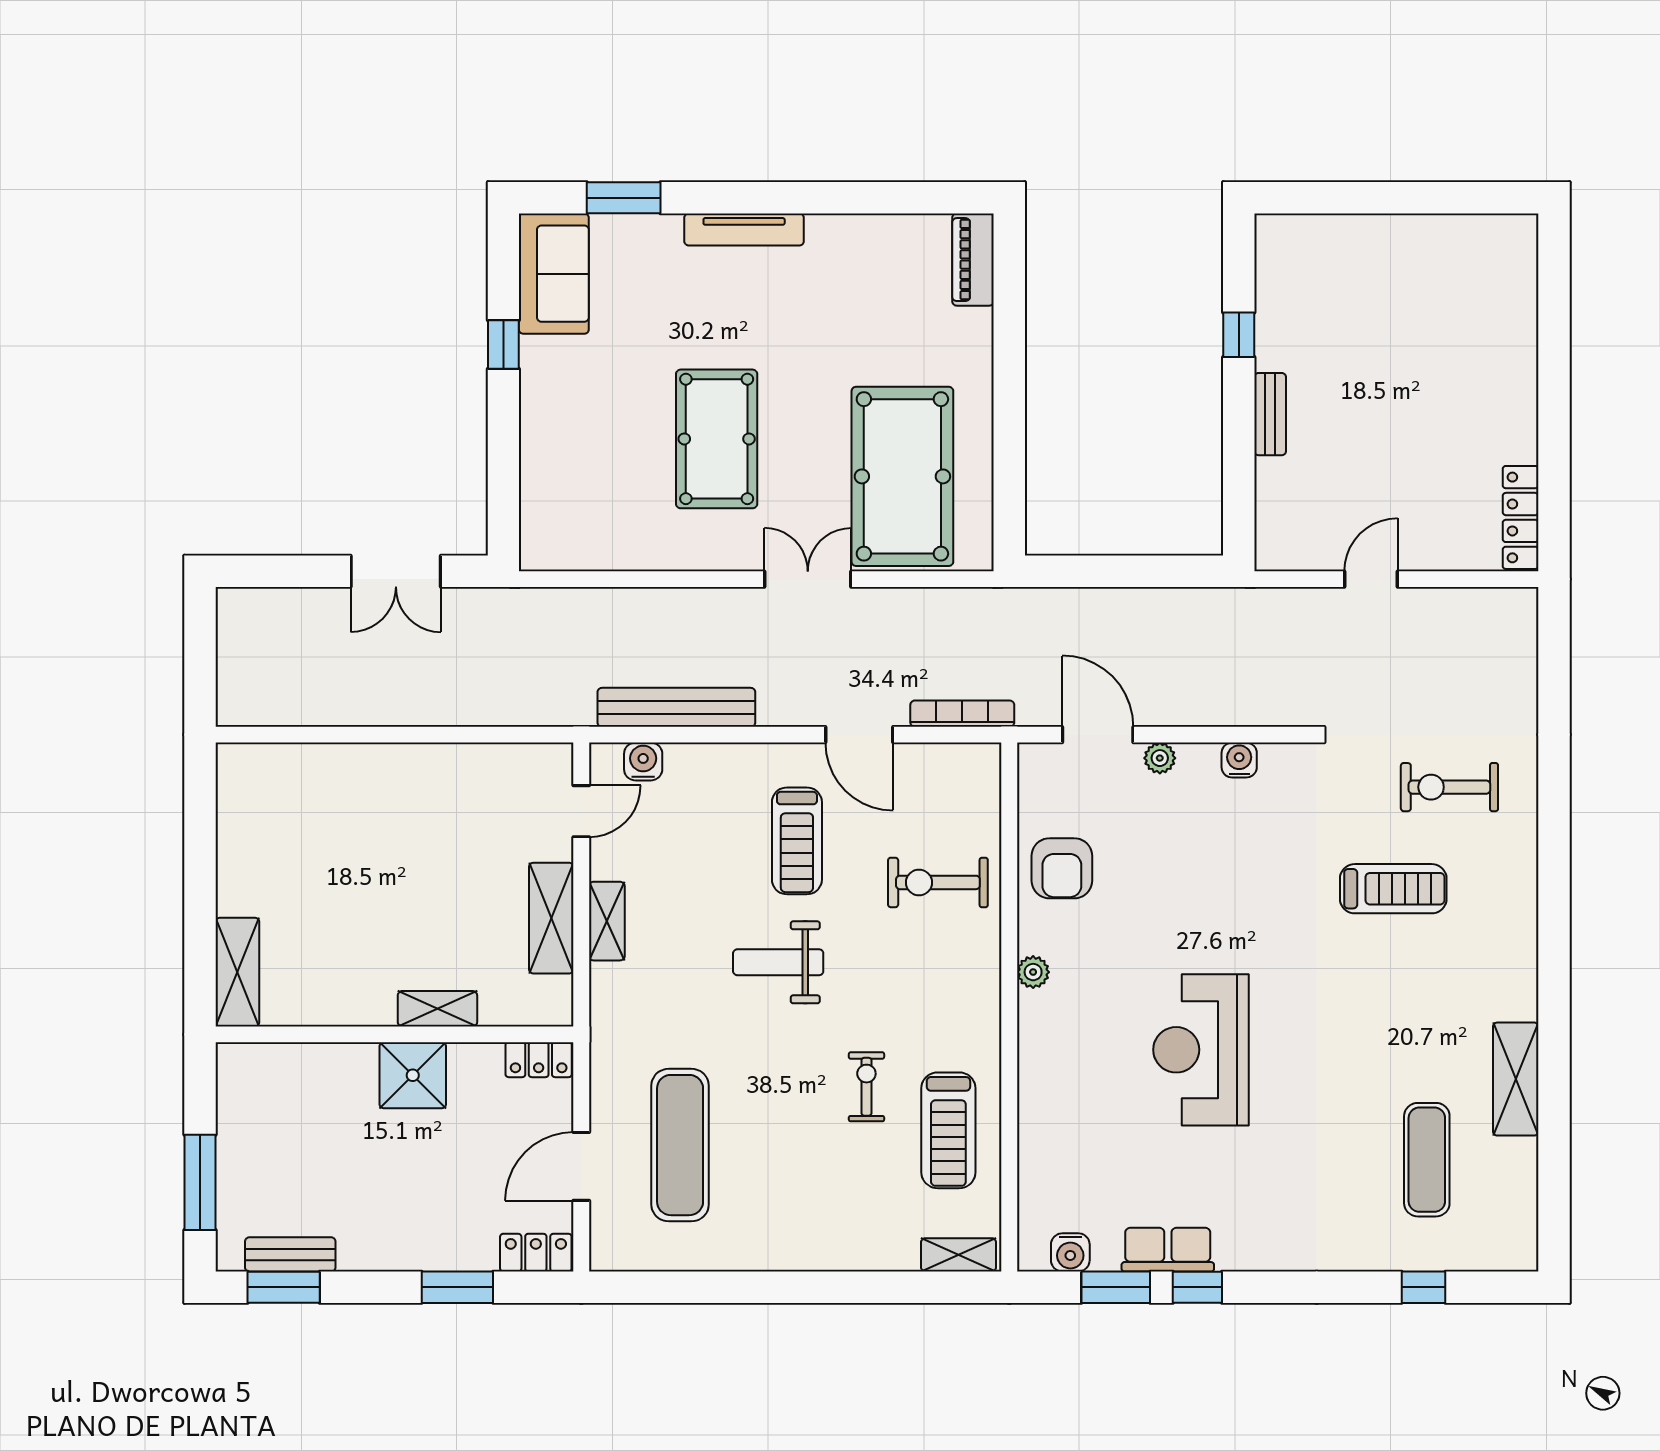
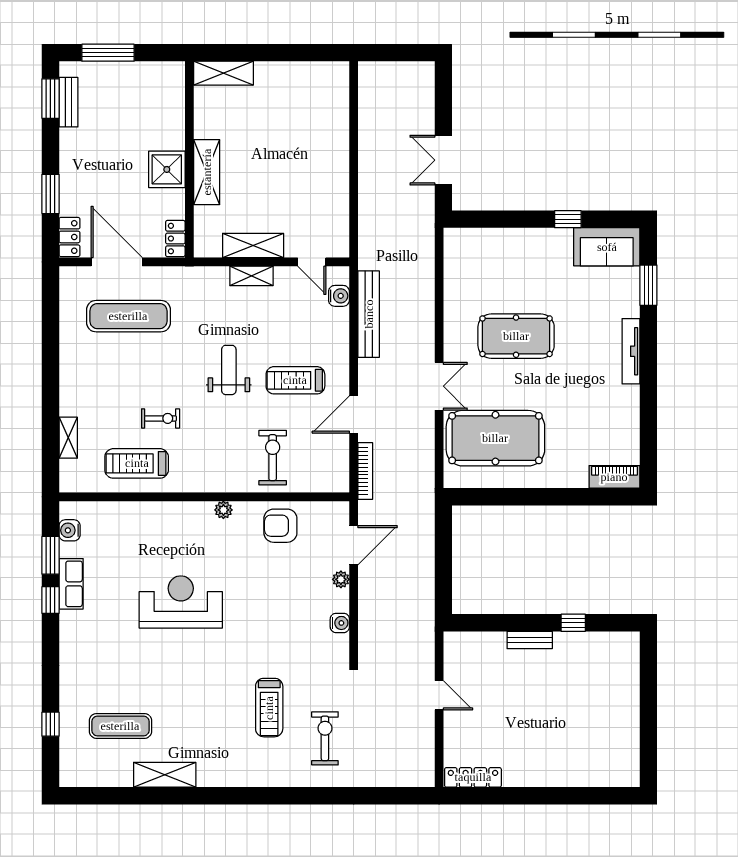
shelving: (437, 1009) -> (207, 172), width x1.50, depth x1.33
door: (581, 1166) -> (117, 262), width x1.36
shelving: (959, 1255) -> (68, 438), moved

